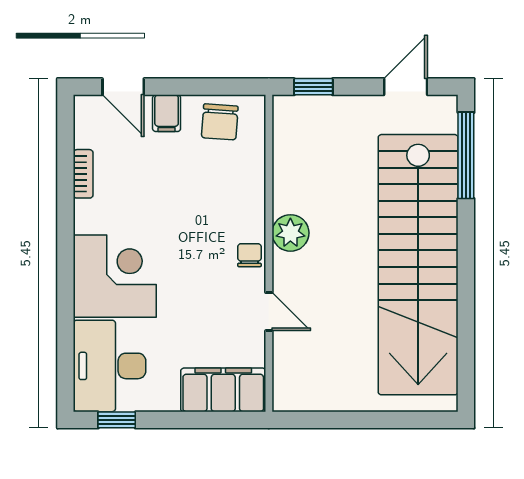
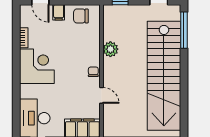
chair: (220, 122) -> (81, 16), turned 86
plant: (290, 233) -> (110, 49), moved
corner desk: (115, 276) -> (37, 66), moved

